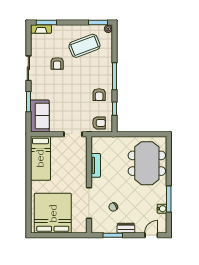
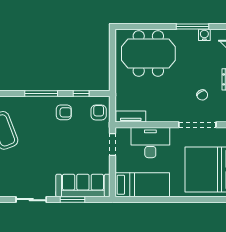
armchair: (57, 63) -> (25, 164), removed
sofa: (40, 116) -> (83, 186), width x1.36
desk: (75, 165) -> (150, 143), added
tv unit: (96, 165) -> (131, 117), moved

